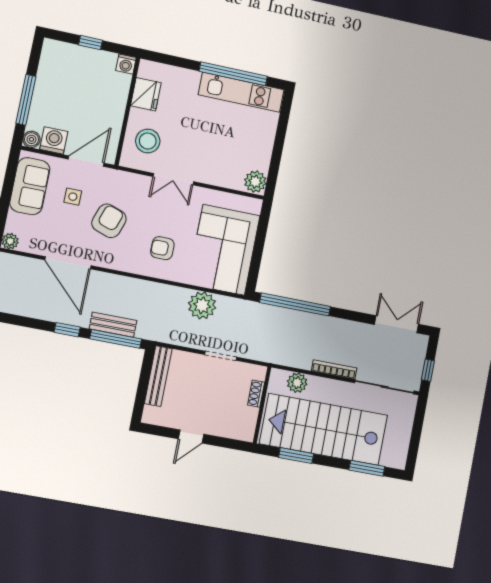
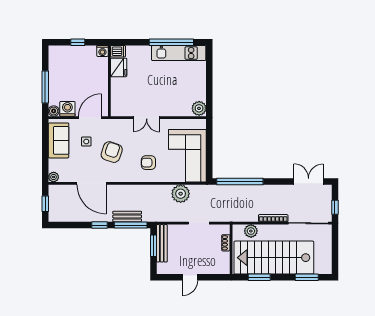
dishwasher: (150, 70) -> (118, 51), added
stool: (148, 141) -> (126, 97), removed
window: (145, 377) -> (153, 246), added

